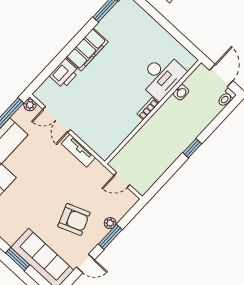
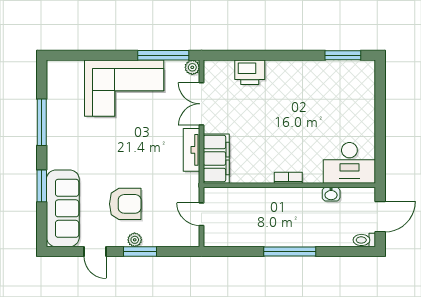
filing cabinet: (87, 50) -> (216, 159), moved, turned -90
desk: (162, 76) -> (349, 163), moved
window: (192, 148) -> (290, 252), width x2.17
armchair: (74, 219) -> (125, 204), turned -69
plant: (110, 223) -> (135, 240), moved

